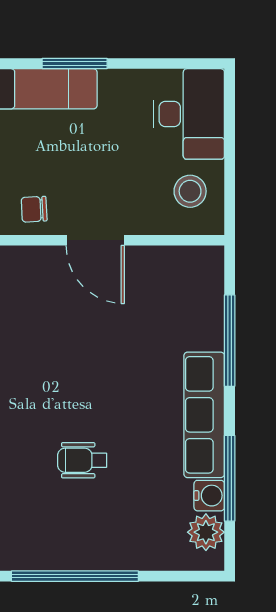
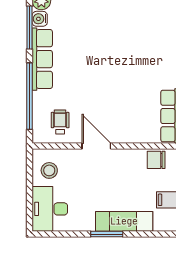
chair: (34, 209) -> (127, 161), removed
window: (230, 341) -> (29, 96), width x1.46
wheelchair: (82, 460) -> (60, 122), moved, turned -90

